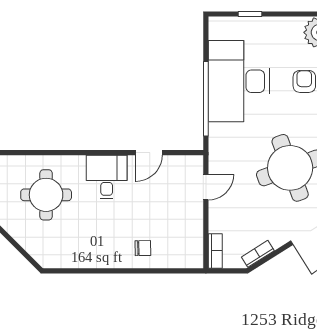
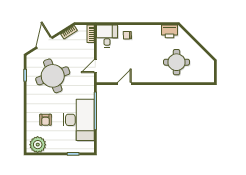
desk: (107, 177) -> (107, 36), moved, turned 180
printer: (60, 256) -> (170, 31), added

